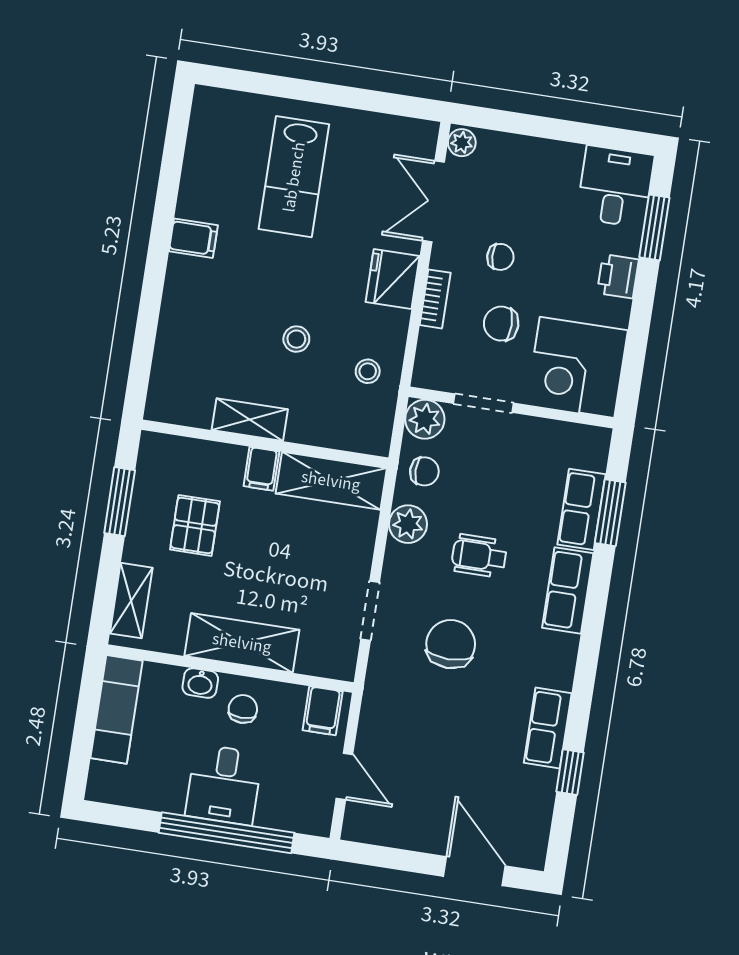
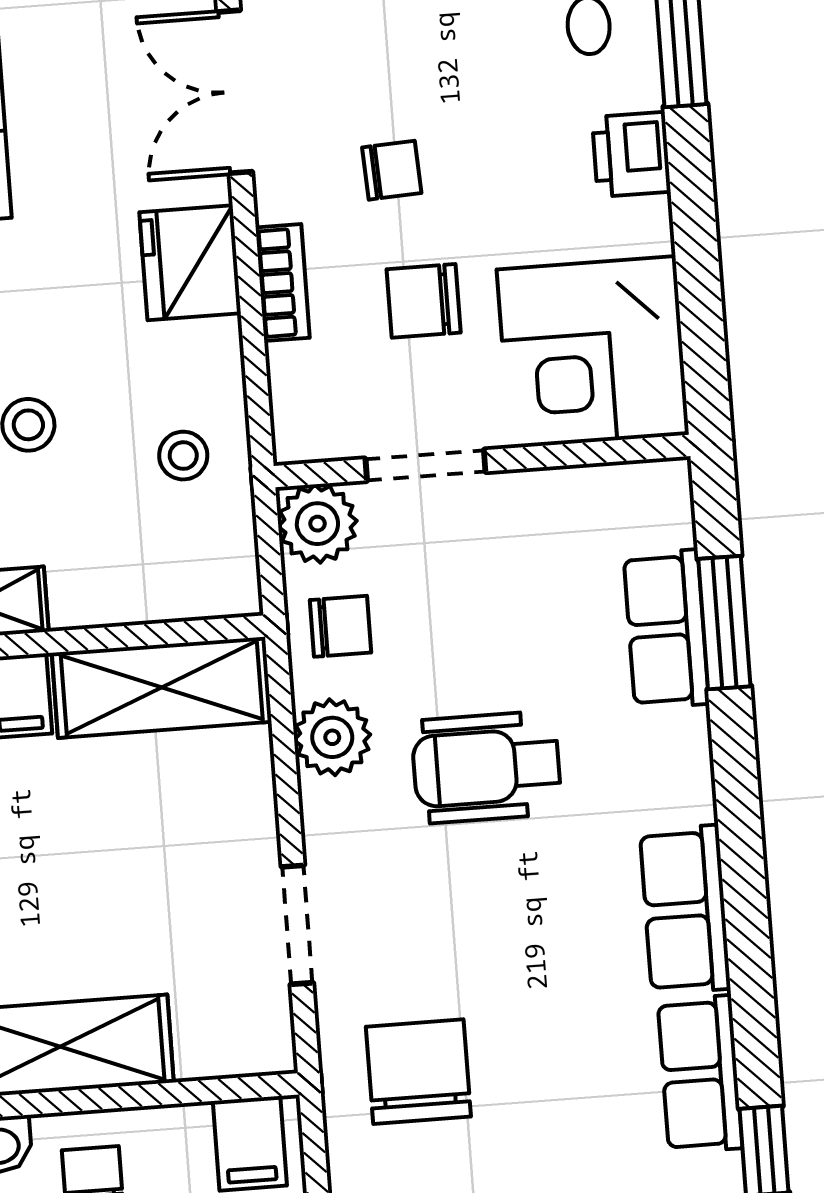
wheelchair: (479, 556) -> (487, 767), width x1.36, depth x1.37
row of seats: (568, 590) -> (685, 910), moved
chair: (451, 644) -> (418, 1072), moved

